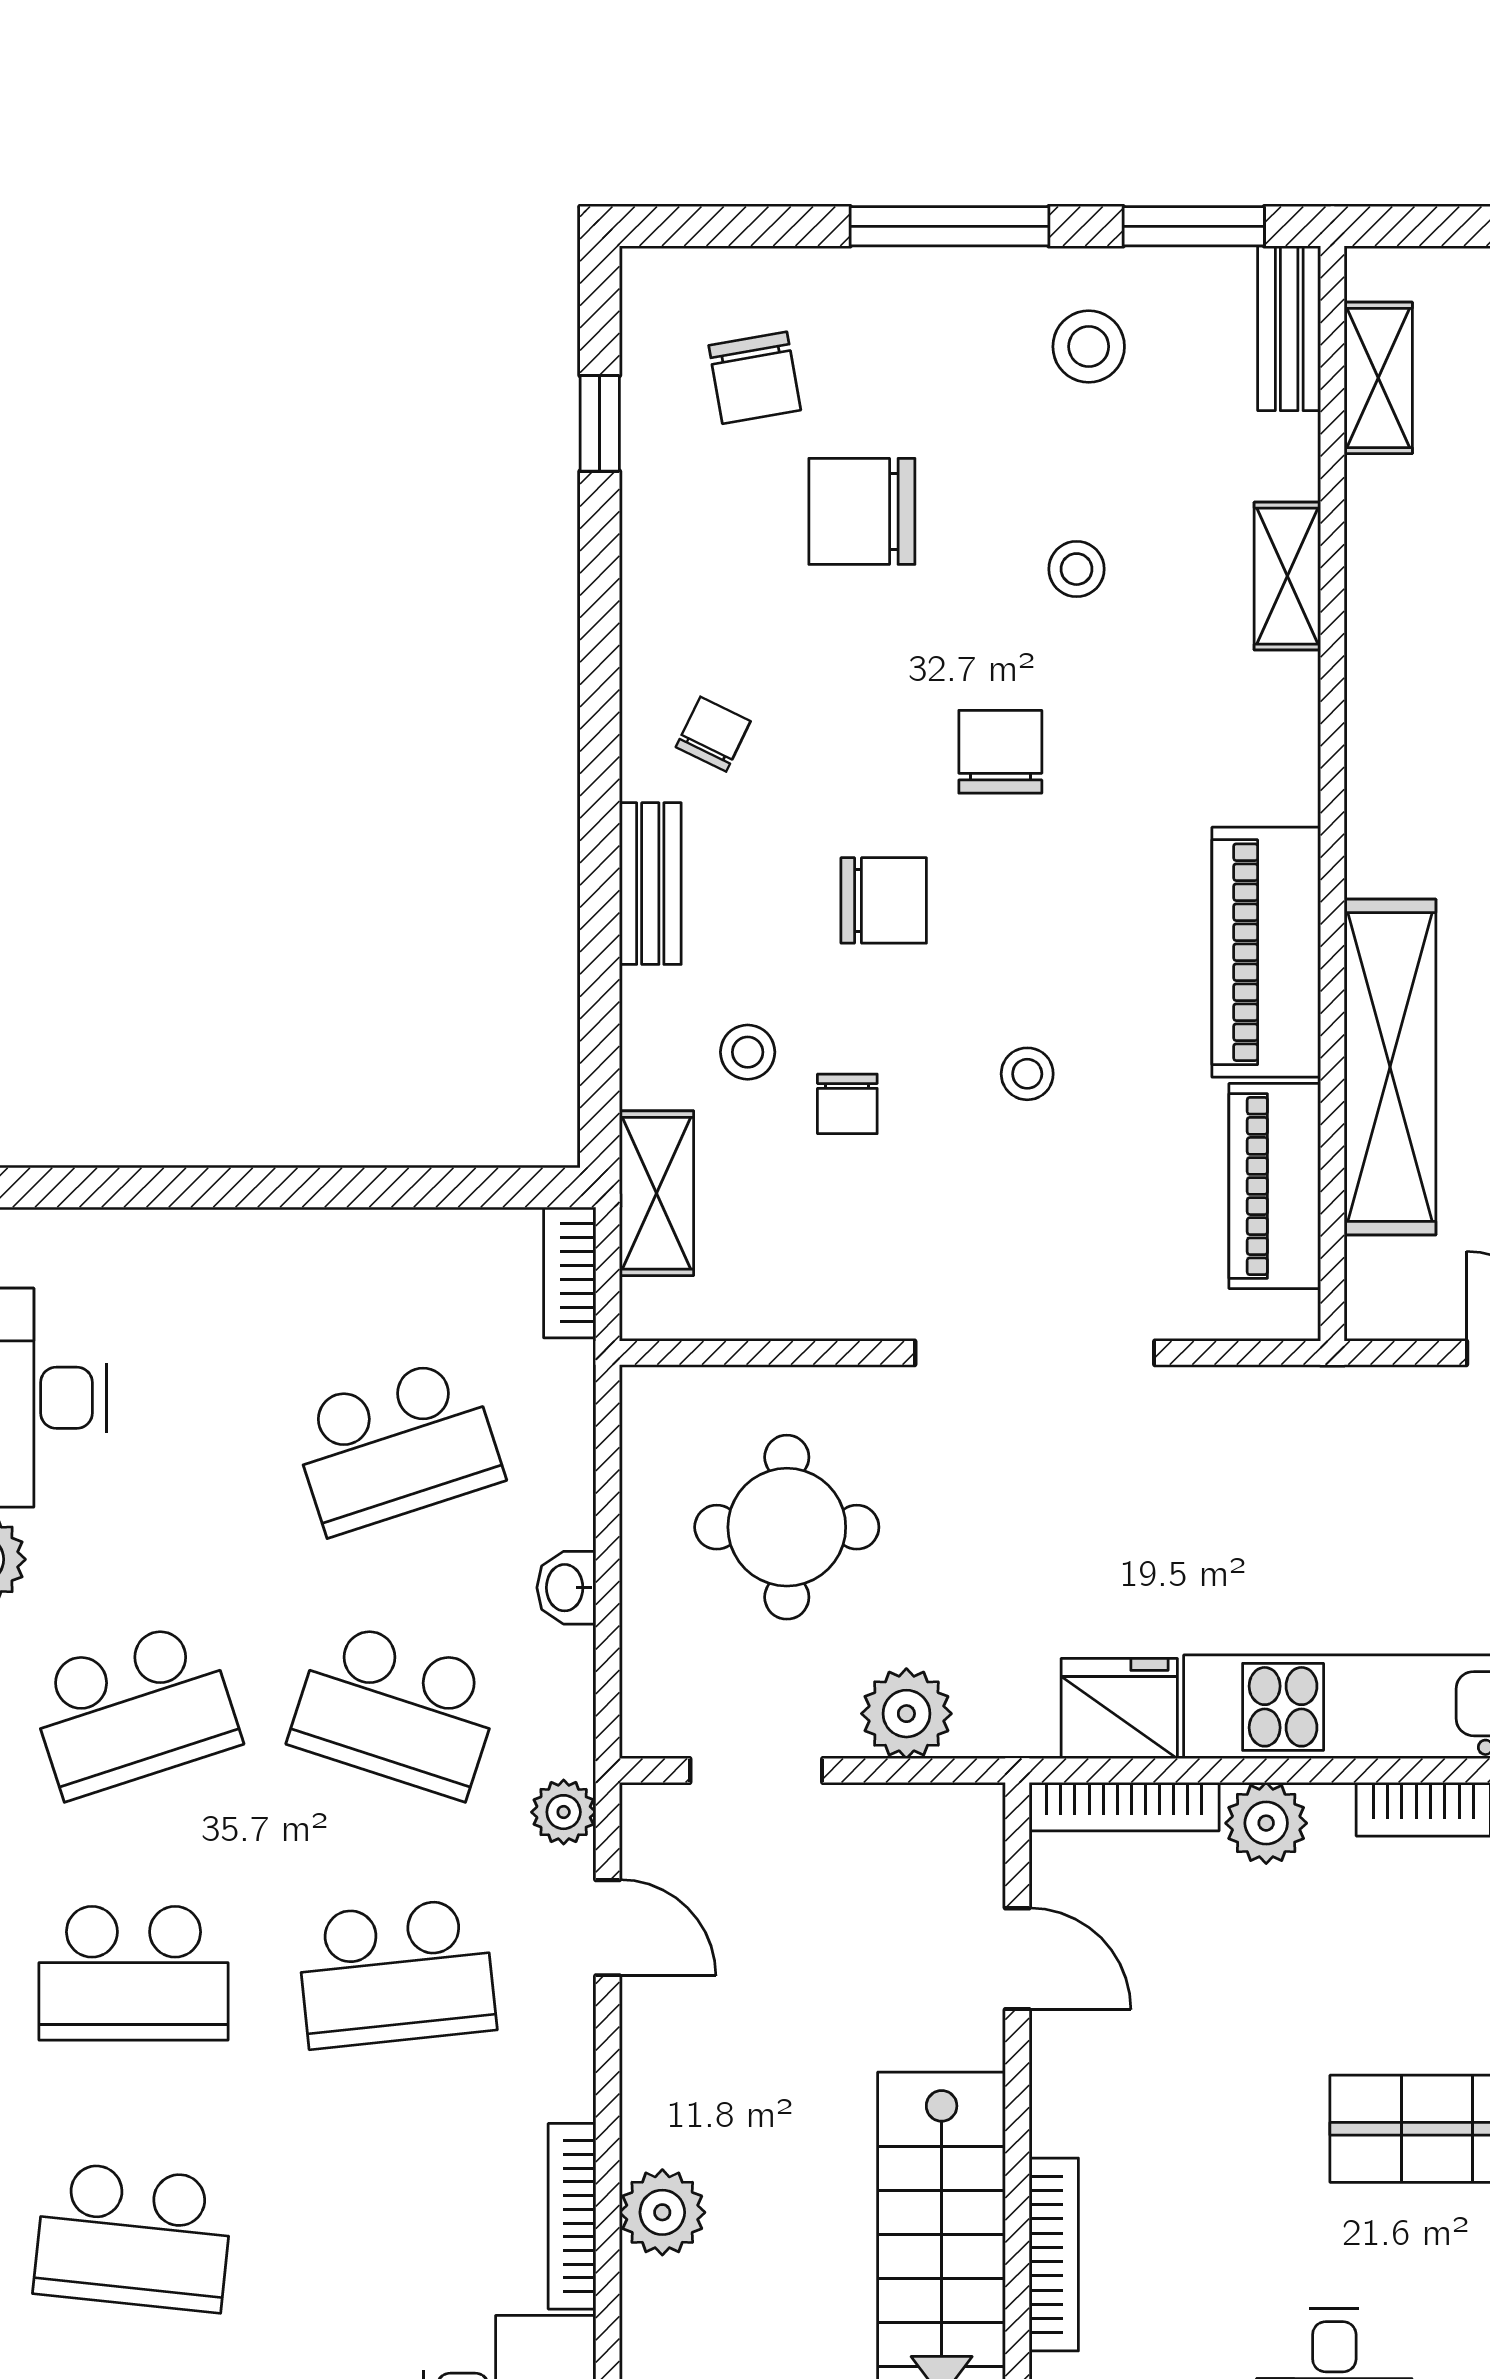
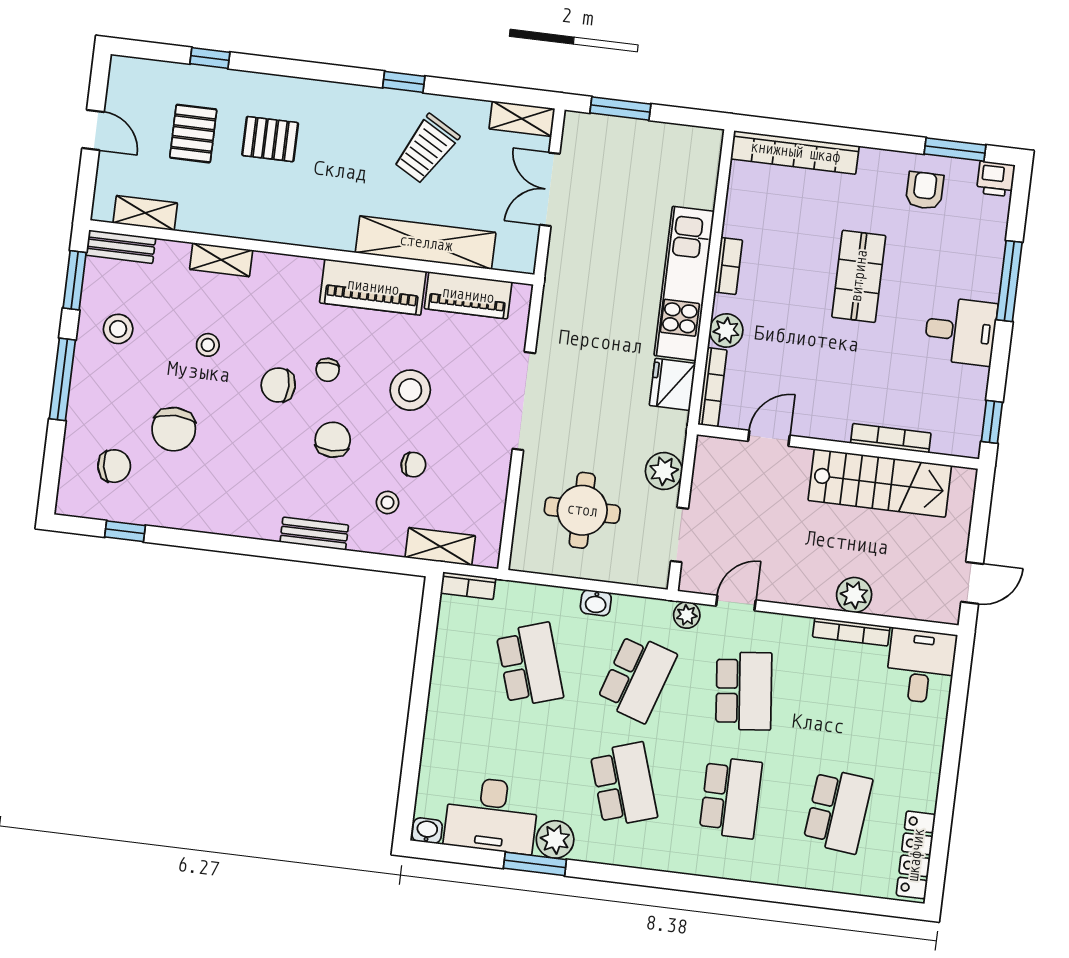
chair: (713, 734) -> (328, 370), moved, turned -116
stool: (1027, 1074) -> (410, 390), width x1.89, depth x1.89

